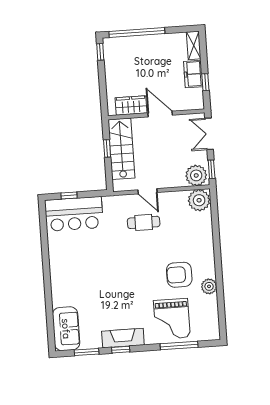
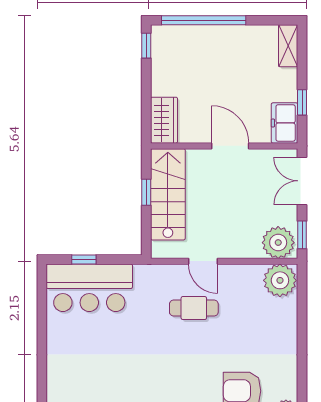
freezer: (193, 74) -> (284, 123), moved
wardrobe: (131, 105) -> (164, 120), moved, turned 90

